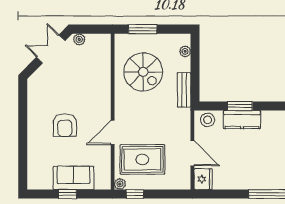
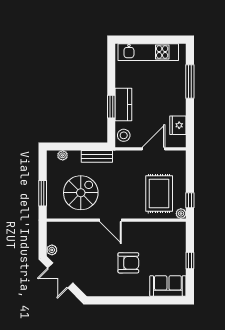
door: (113, 132) -> (111, 220), moved
sofa: (74, 178) -> (168, 286), moved, turned 90
fridge: (203, 179) -> (178, 125), moved, turned -90

